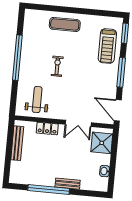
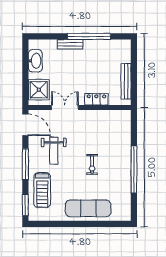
exercise mat: (65, 24) -> (88, 208), width x1.36, depth x1.45
treadmill: (107, 46) -> (42, 190), turned 180
weight bench: (37, 100) -> (54, 151), moved
washbasin: (105, 171) -> (35, 61), width x1.91, depth x1.45

